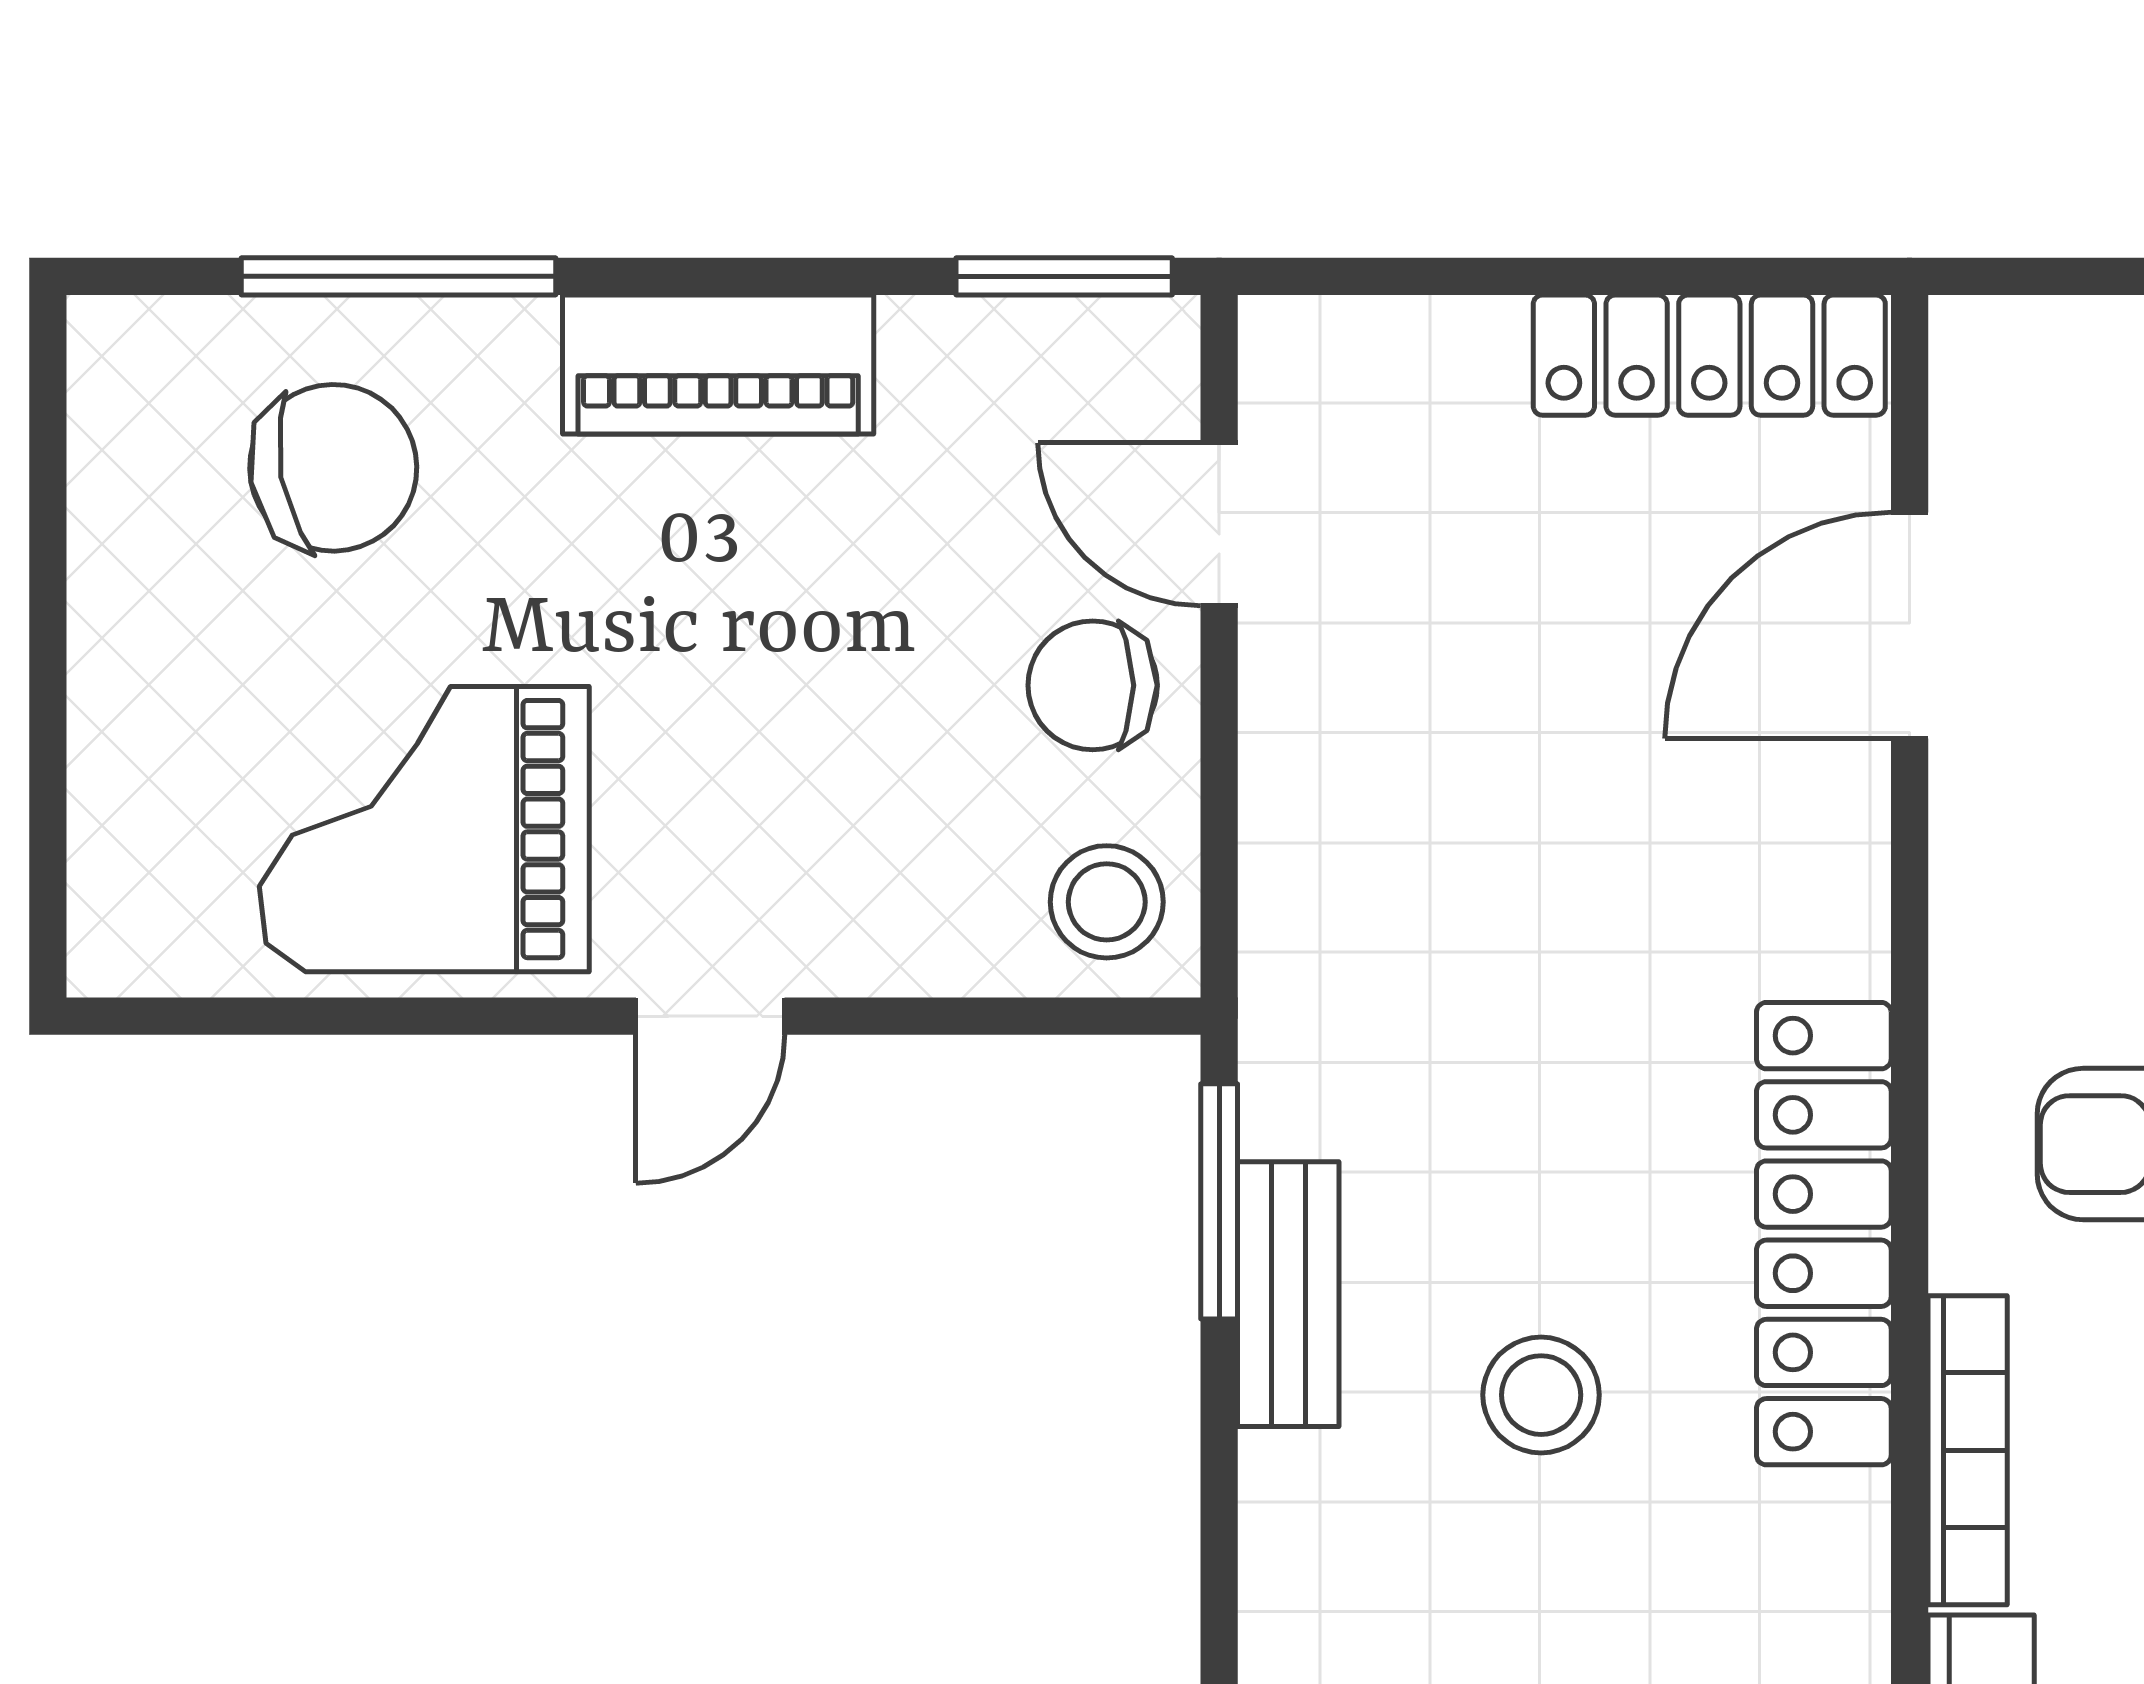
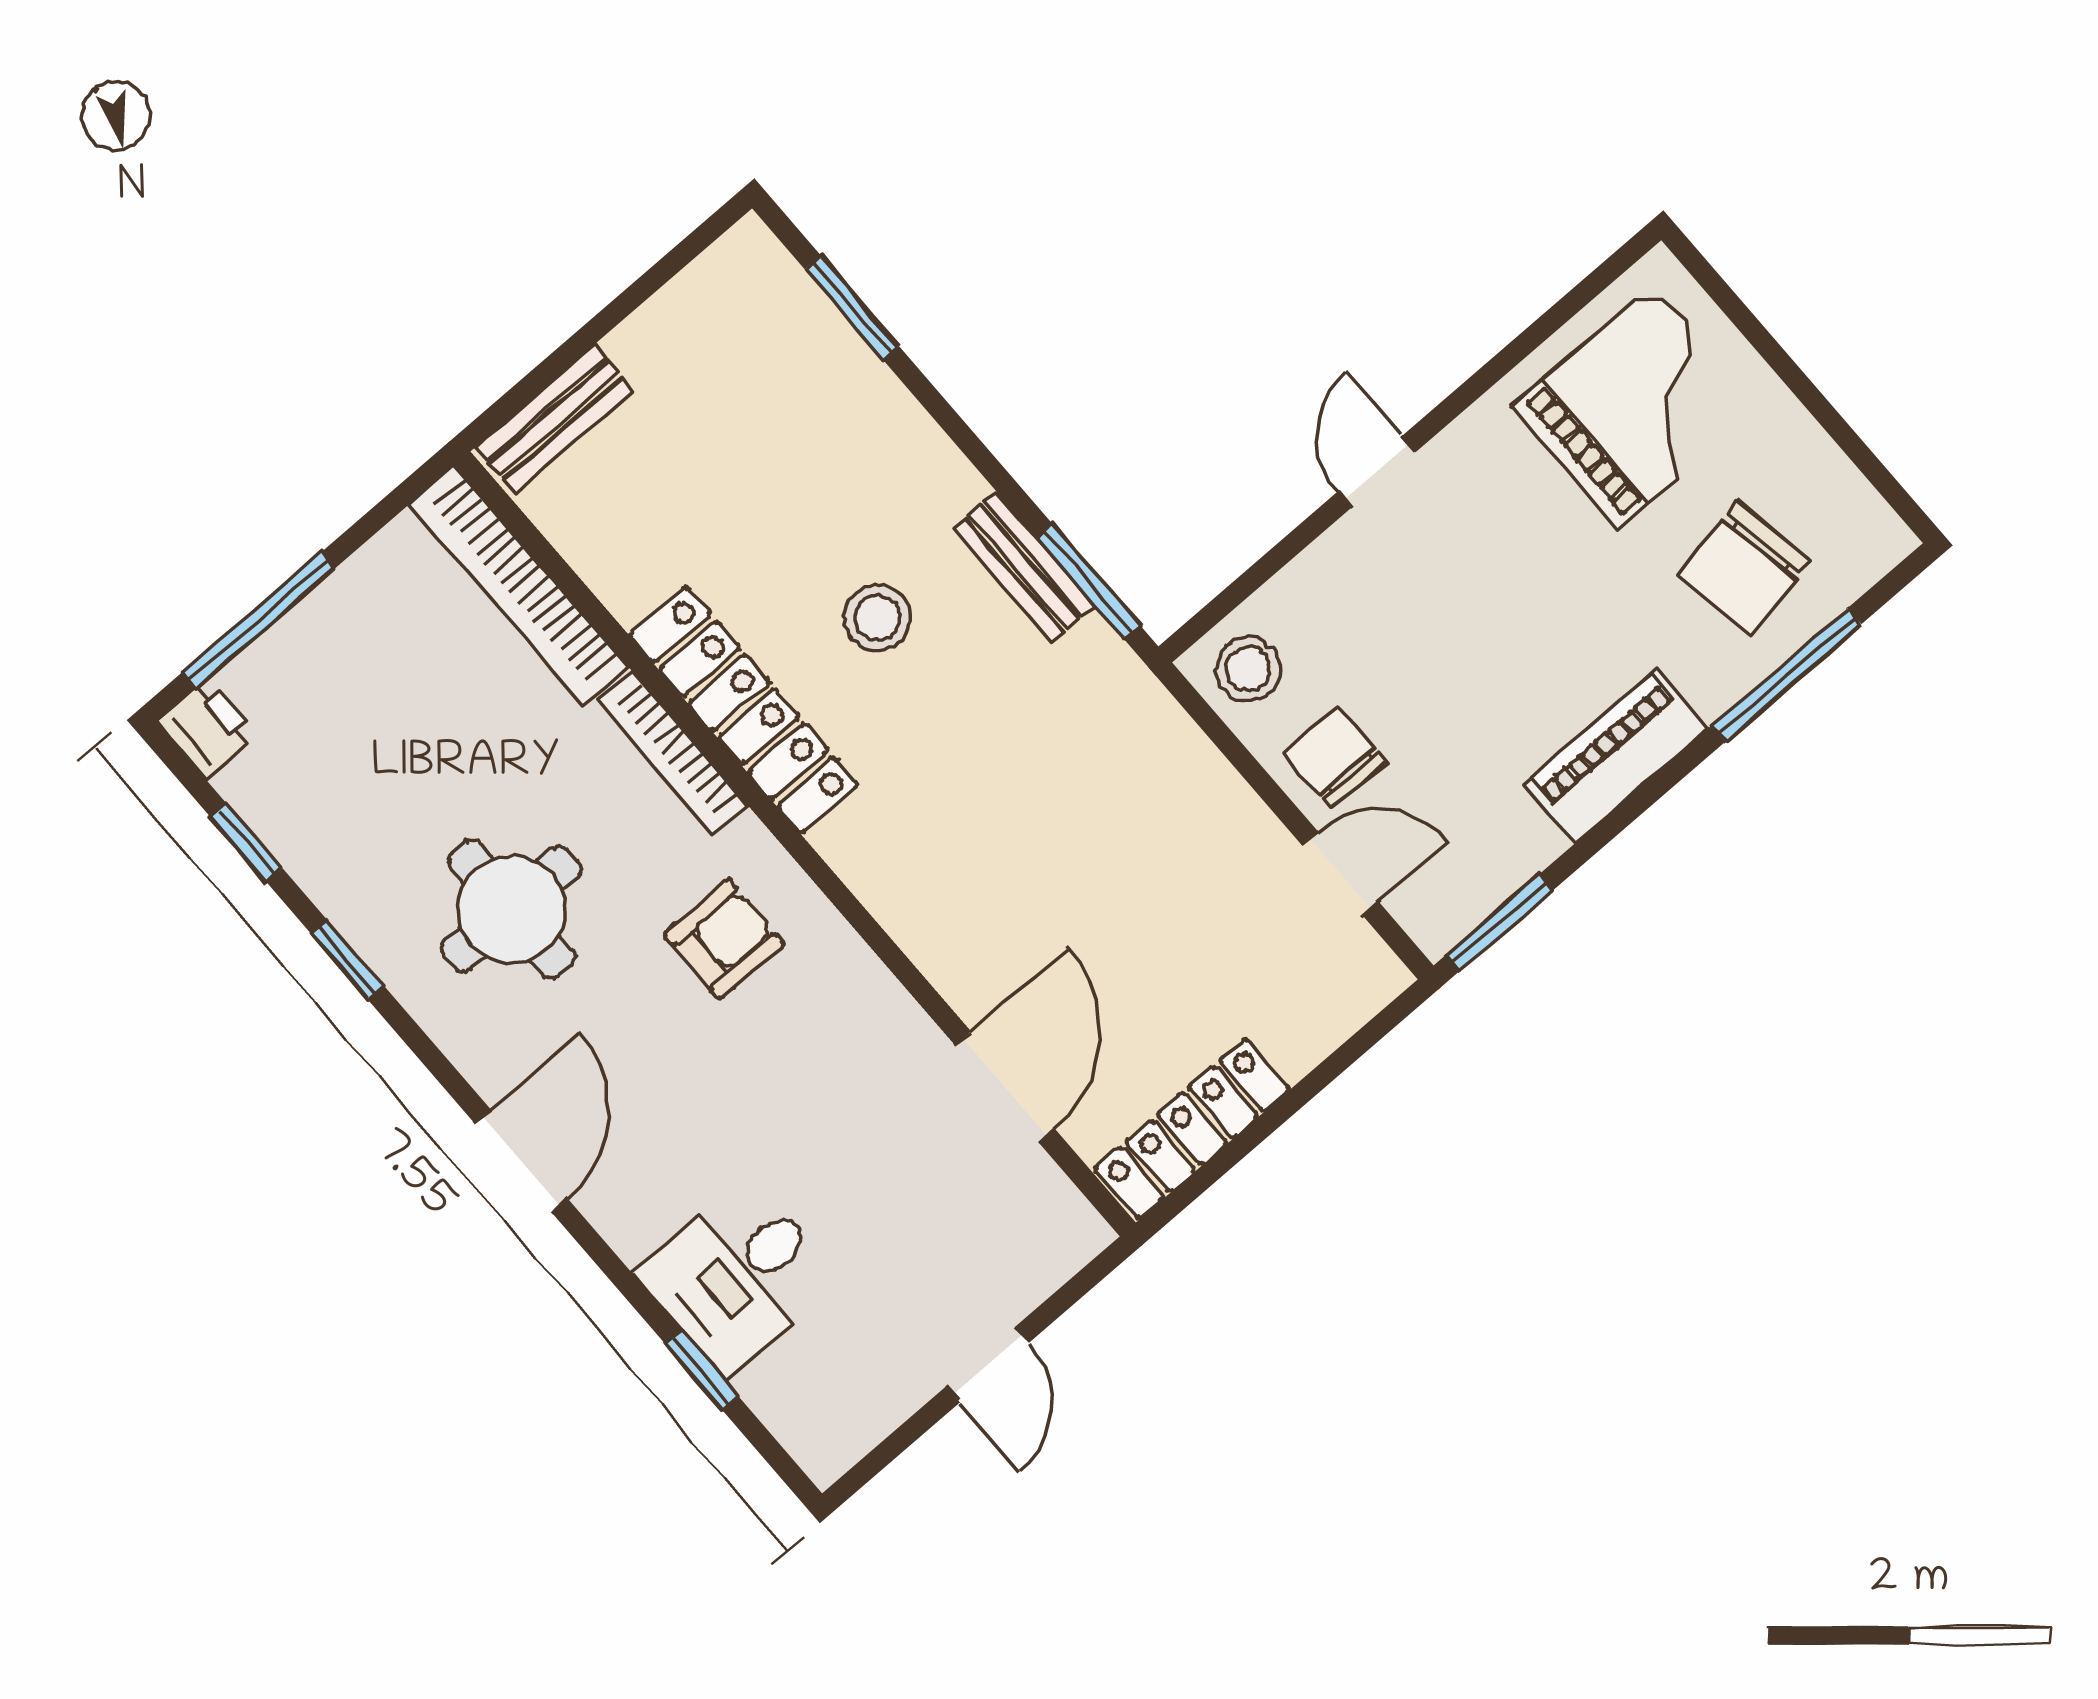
chair: (1093, 685) -> (1335, 757), turned -90
grand piano: (424, 829) -> (1635, 406), moved
locker: (1824, 1234) -> (744, 710), moved

